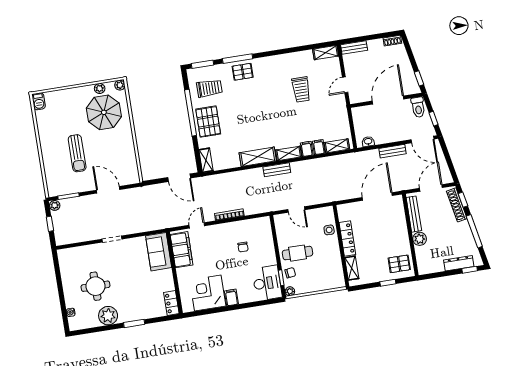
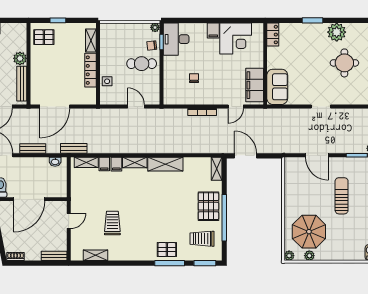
shelving: (326, 53) -> (95, 255), moved
bench: (277, 170) -> (74, 148), moved

